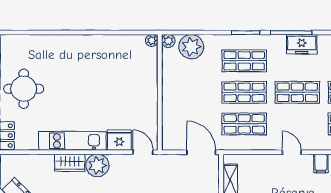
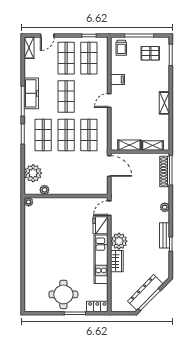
plant: (168, 41) -> (44, 190), moved
freezer: (302, 44) -> (31, 93), width x1.40
door: (201, 152) -> (109, 166), swing flipped

